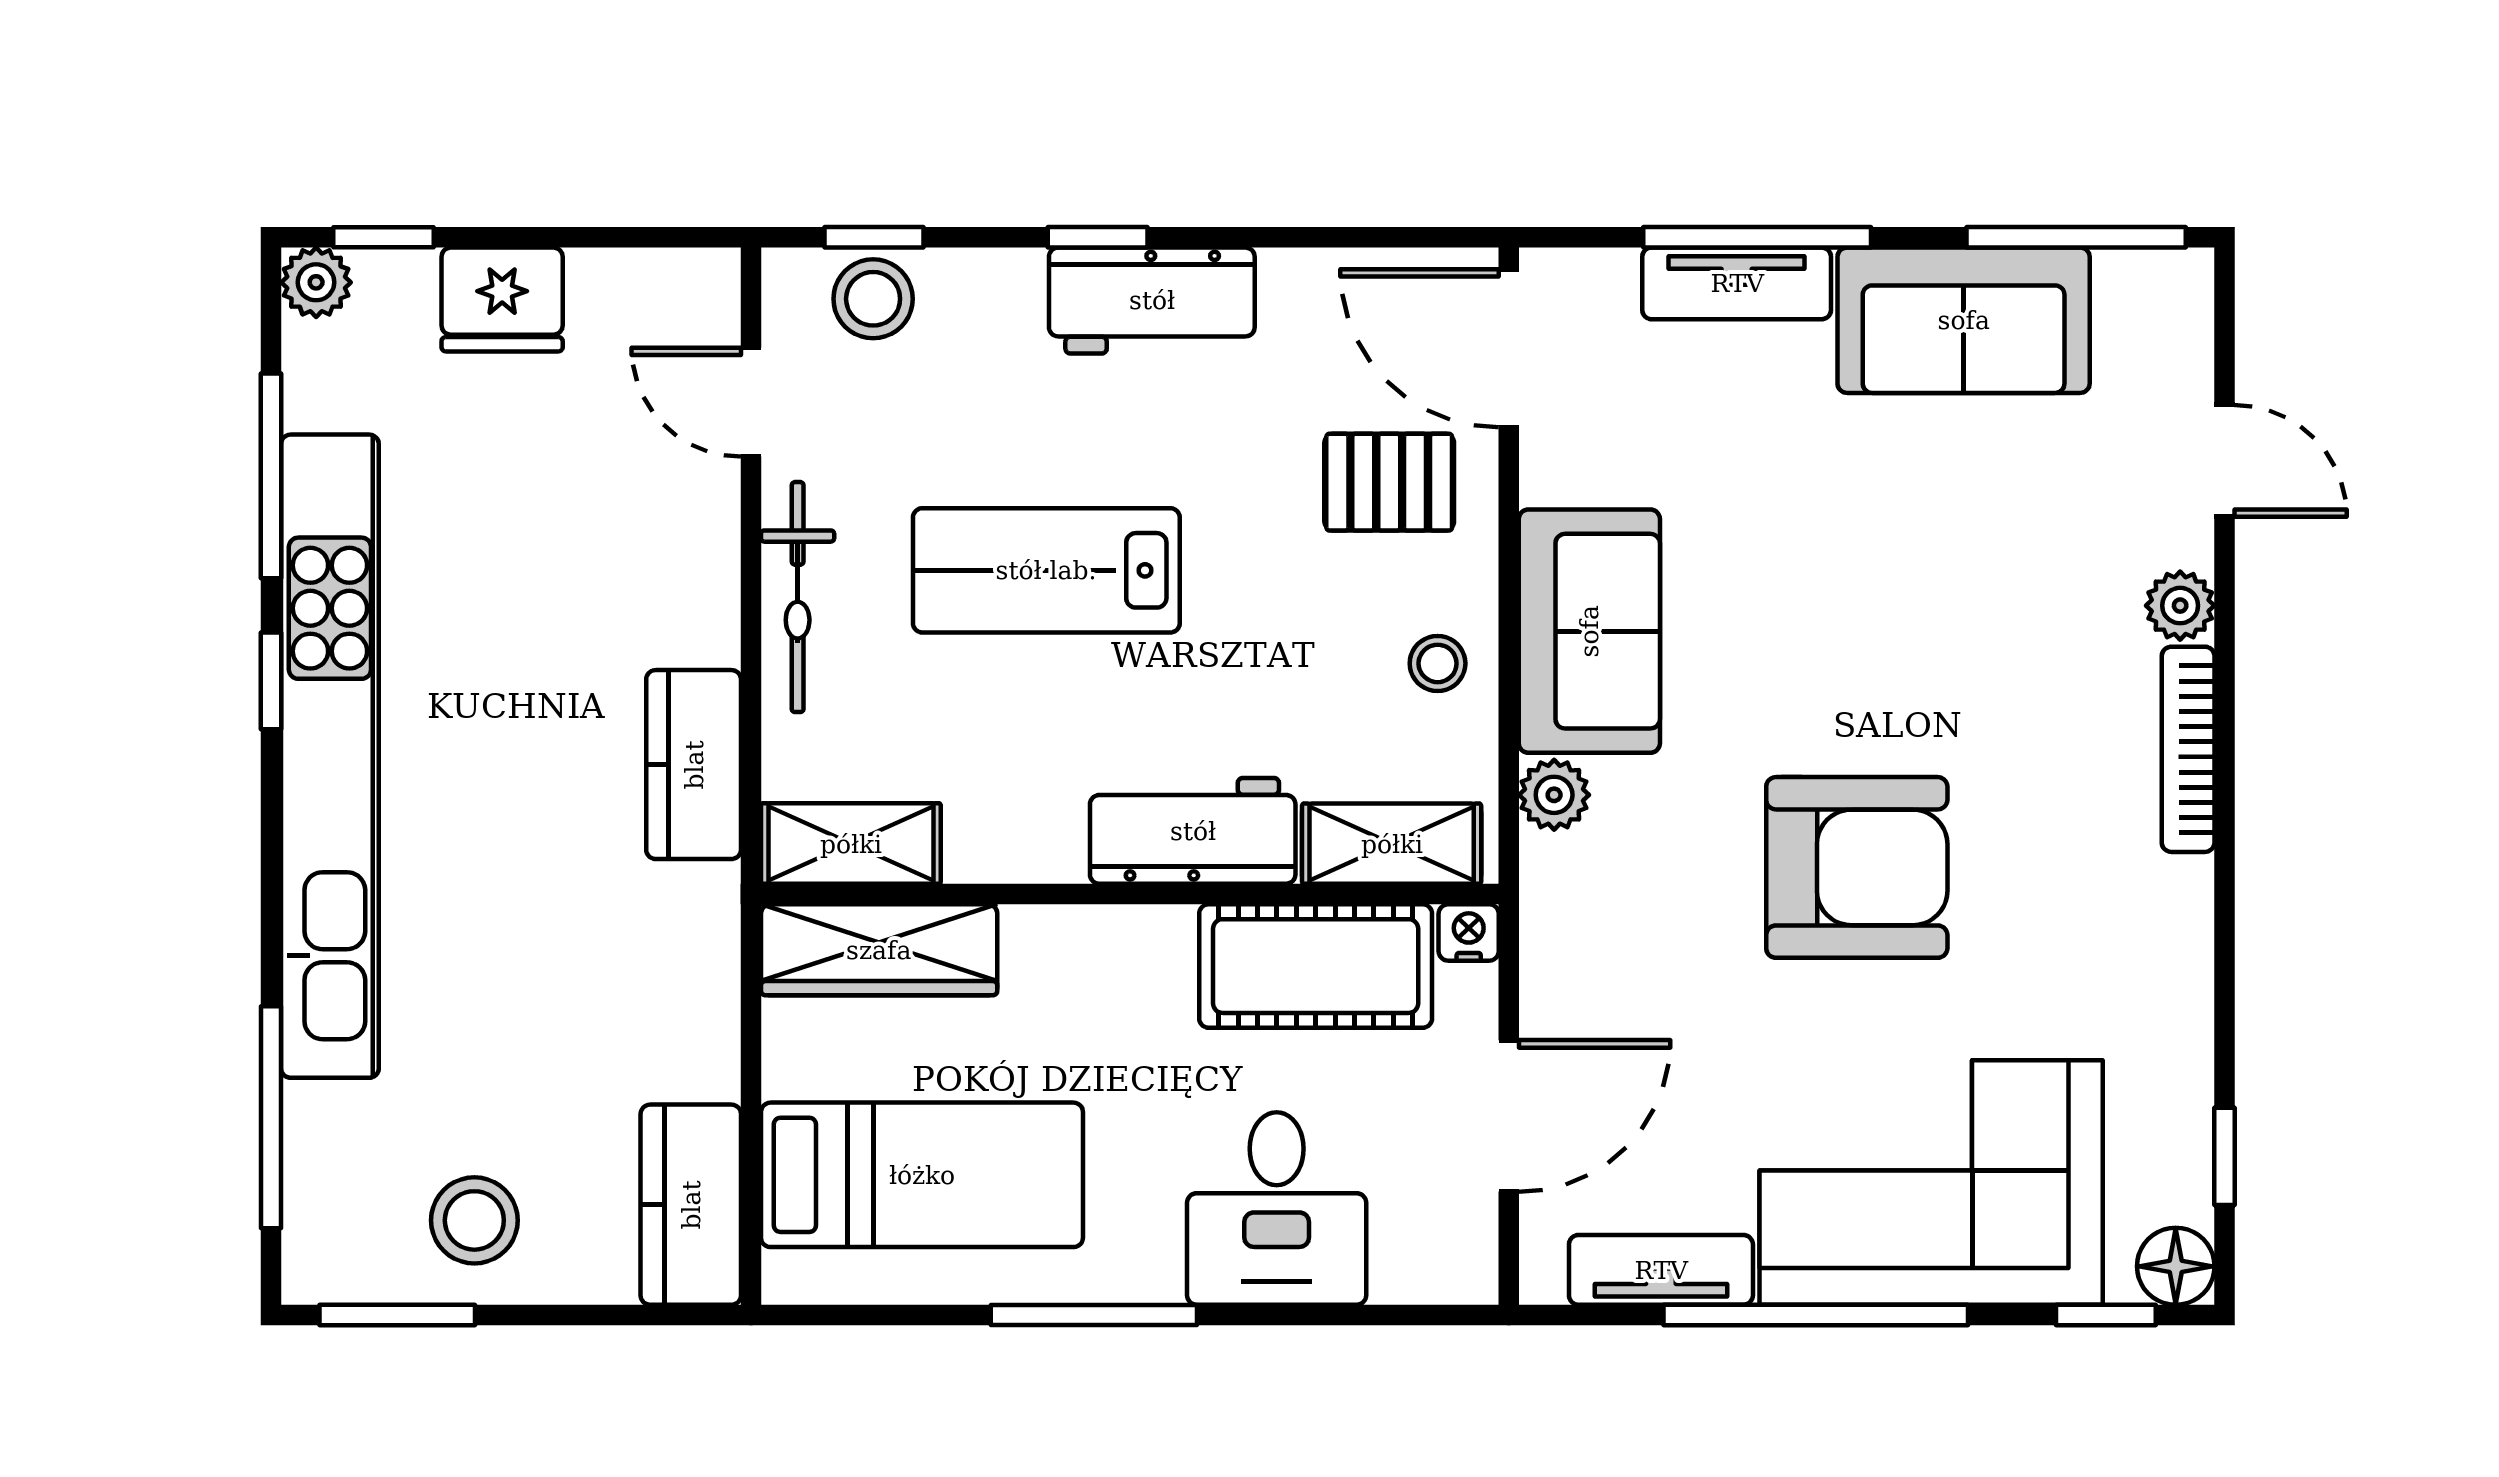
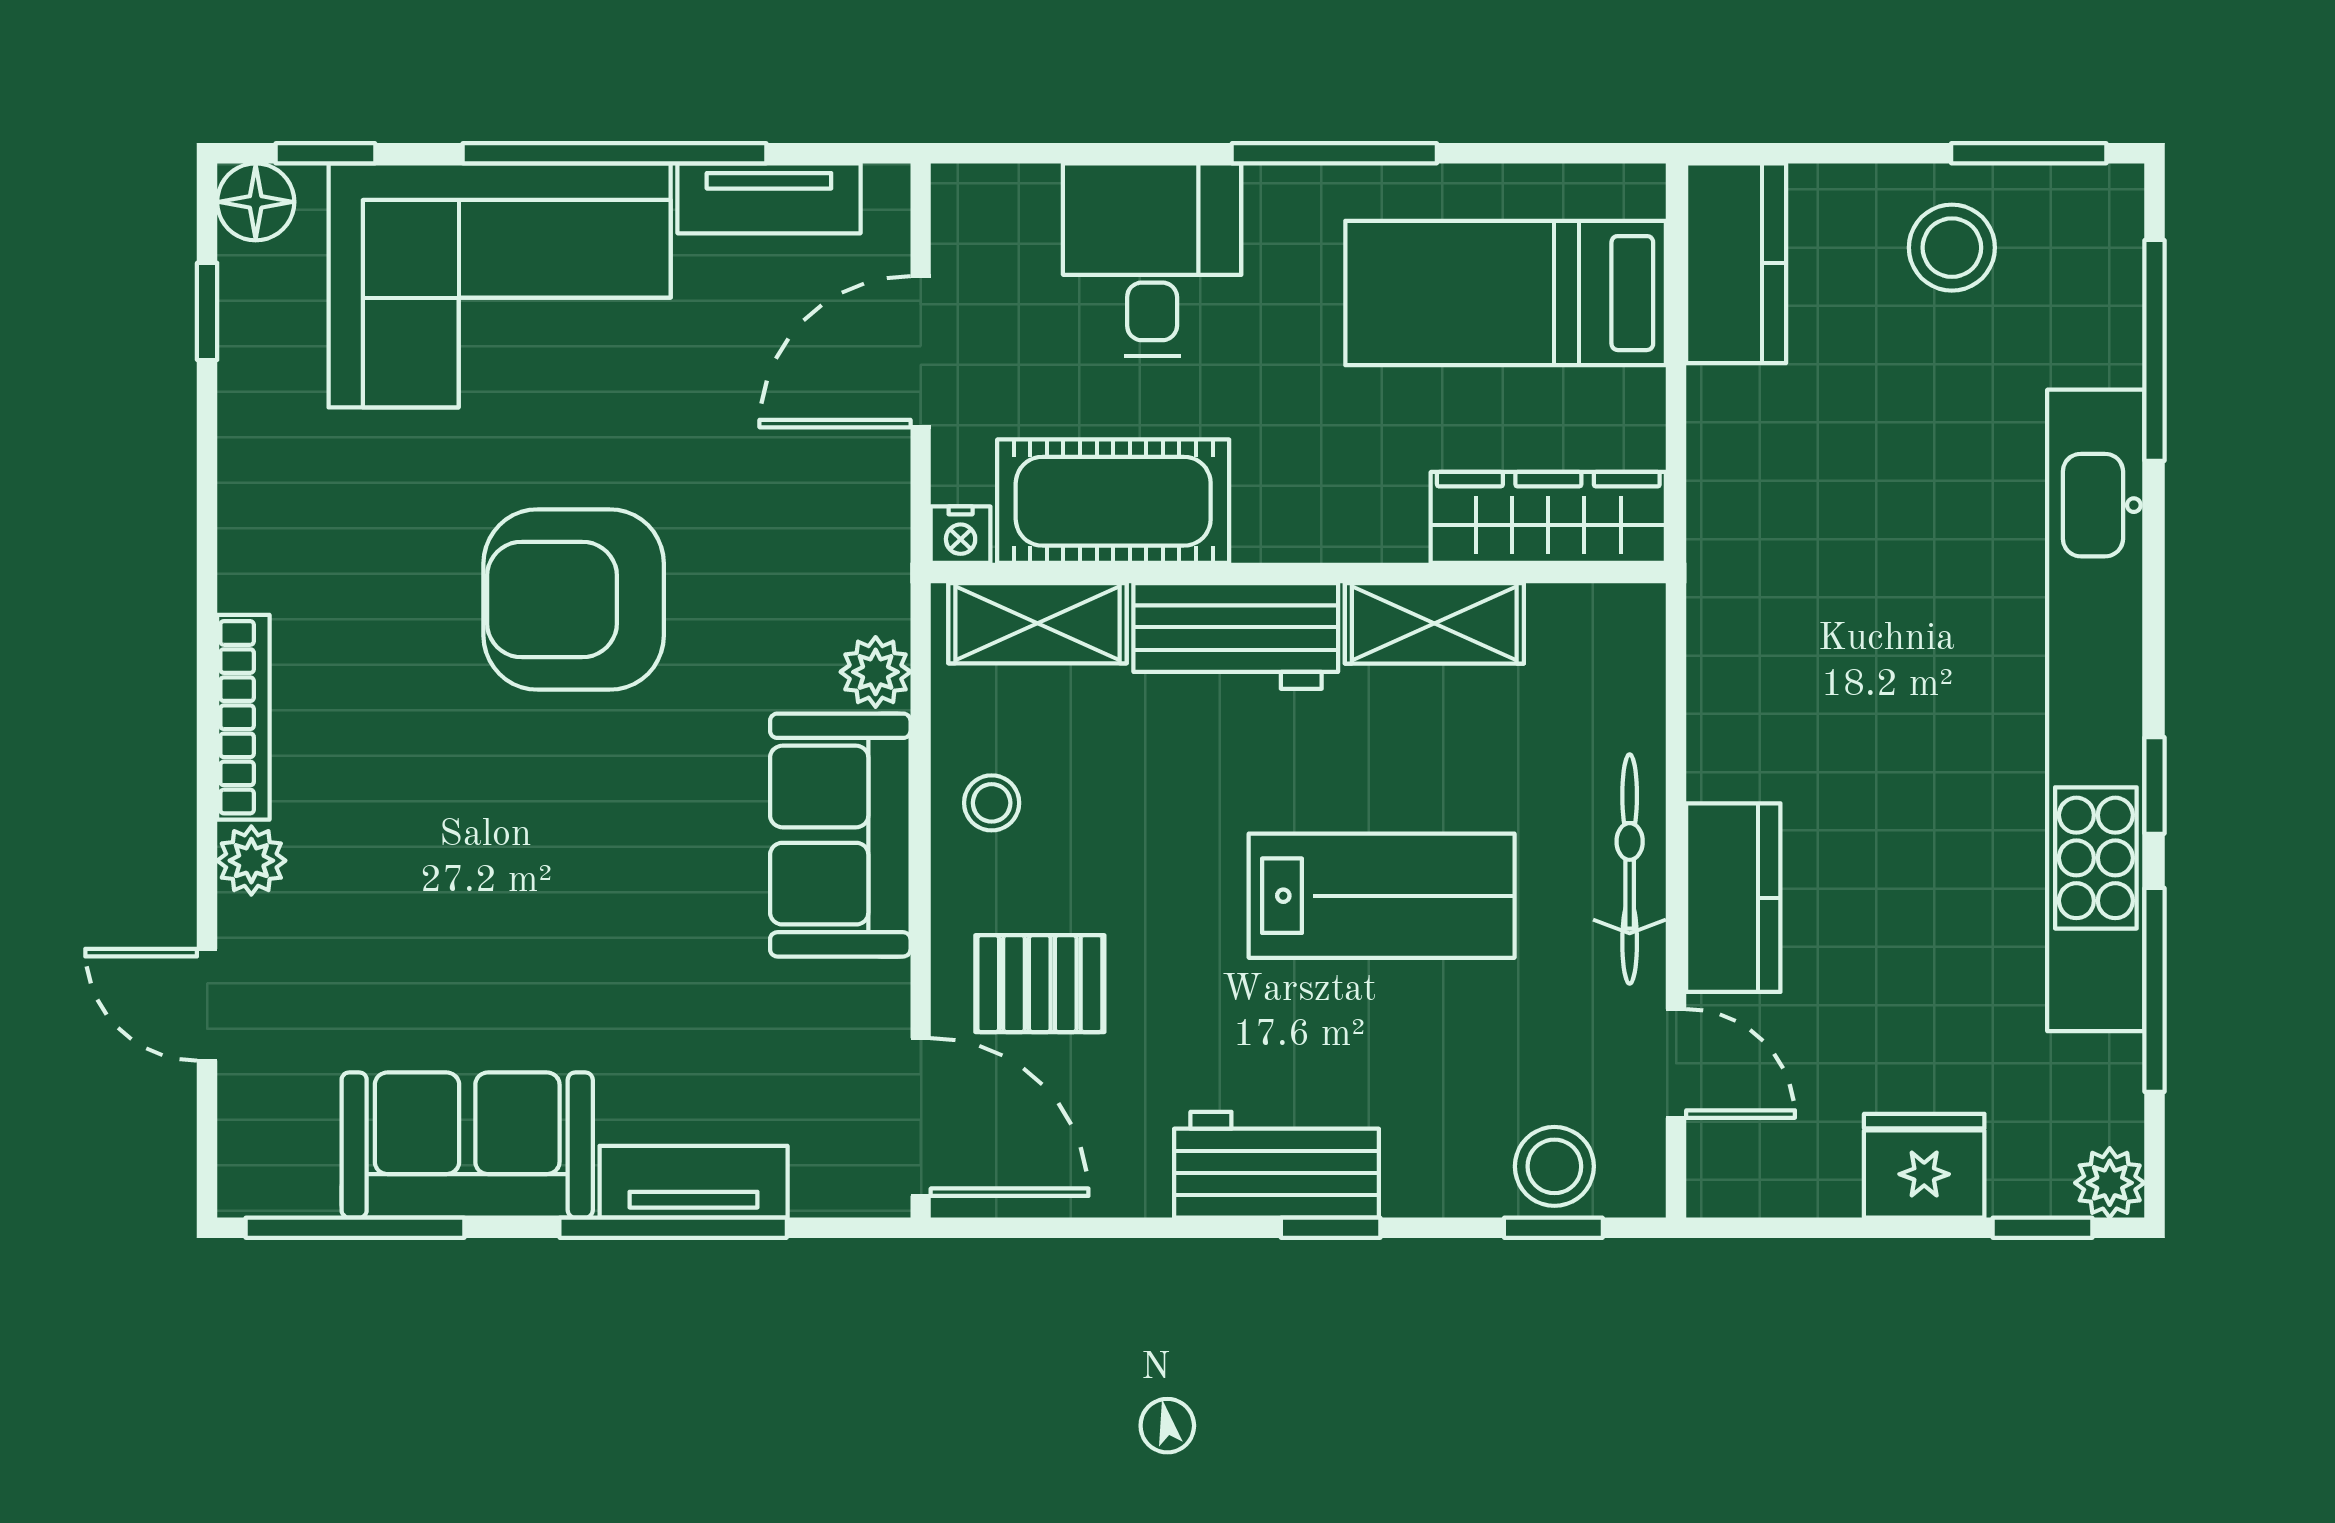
kitchen counter: (694, 765) -> (1733, 898), moved
shelving: (851, 844) -> (1434, 623), moved

